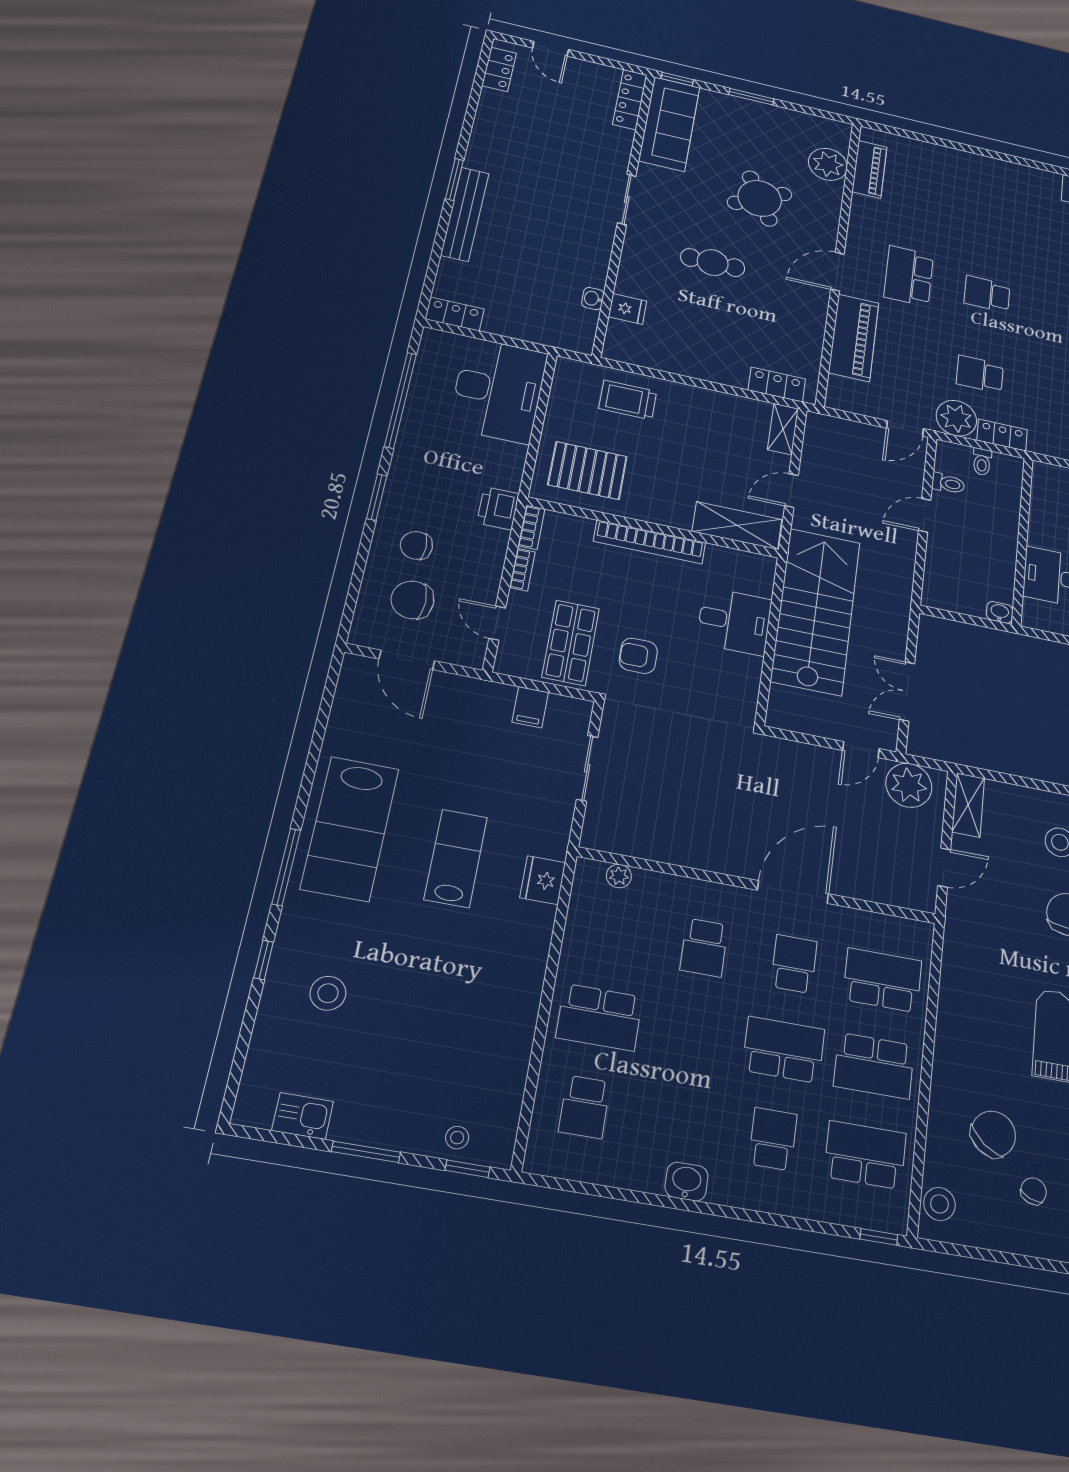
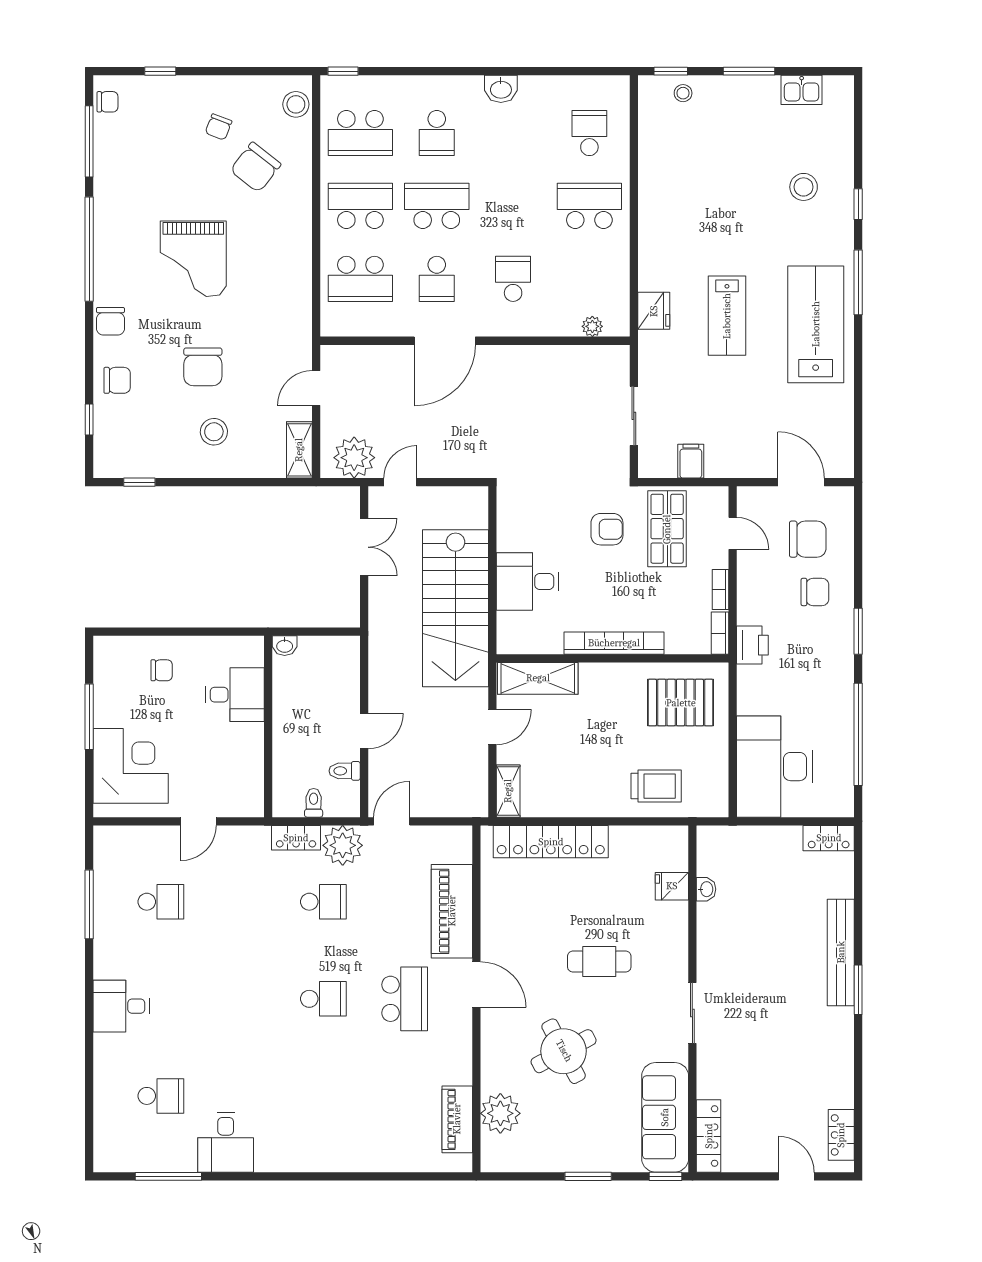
door: (837, 272) -> (476, 985), hinge flipped
locker: (777, 384) -> (551, 842), width x2.16, depth x1.21
school desk: (784, 1050) -> (437, 206), turned 180

